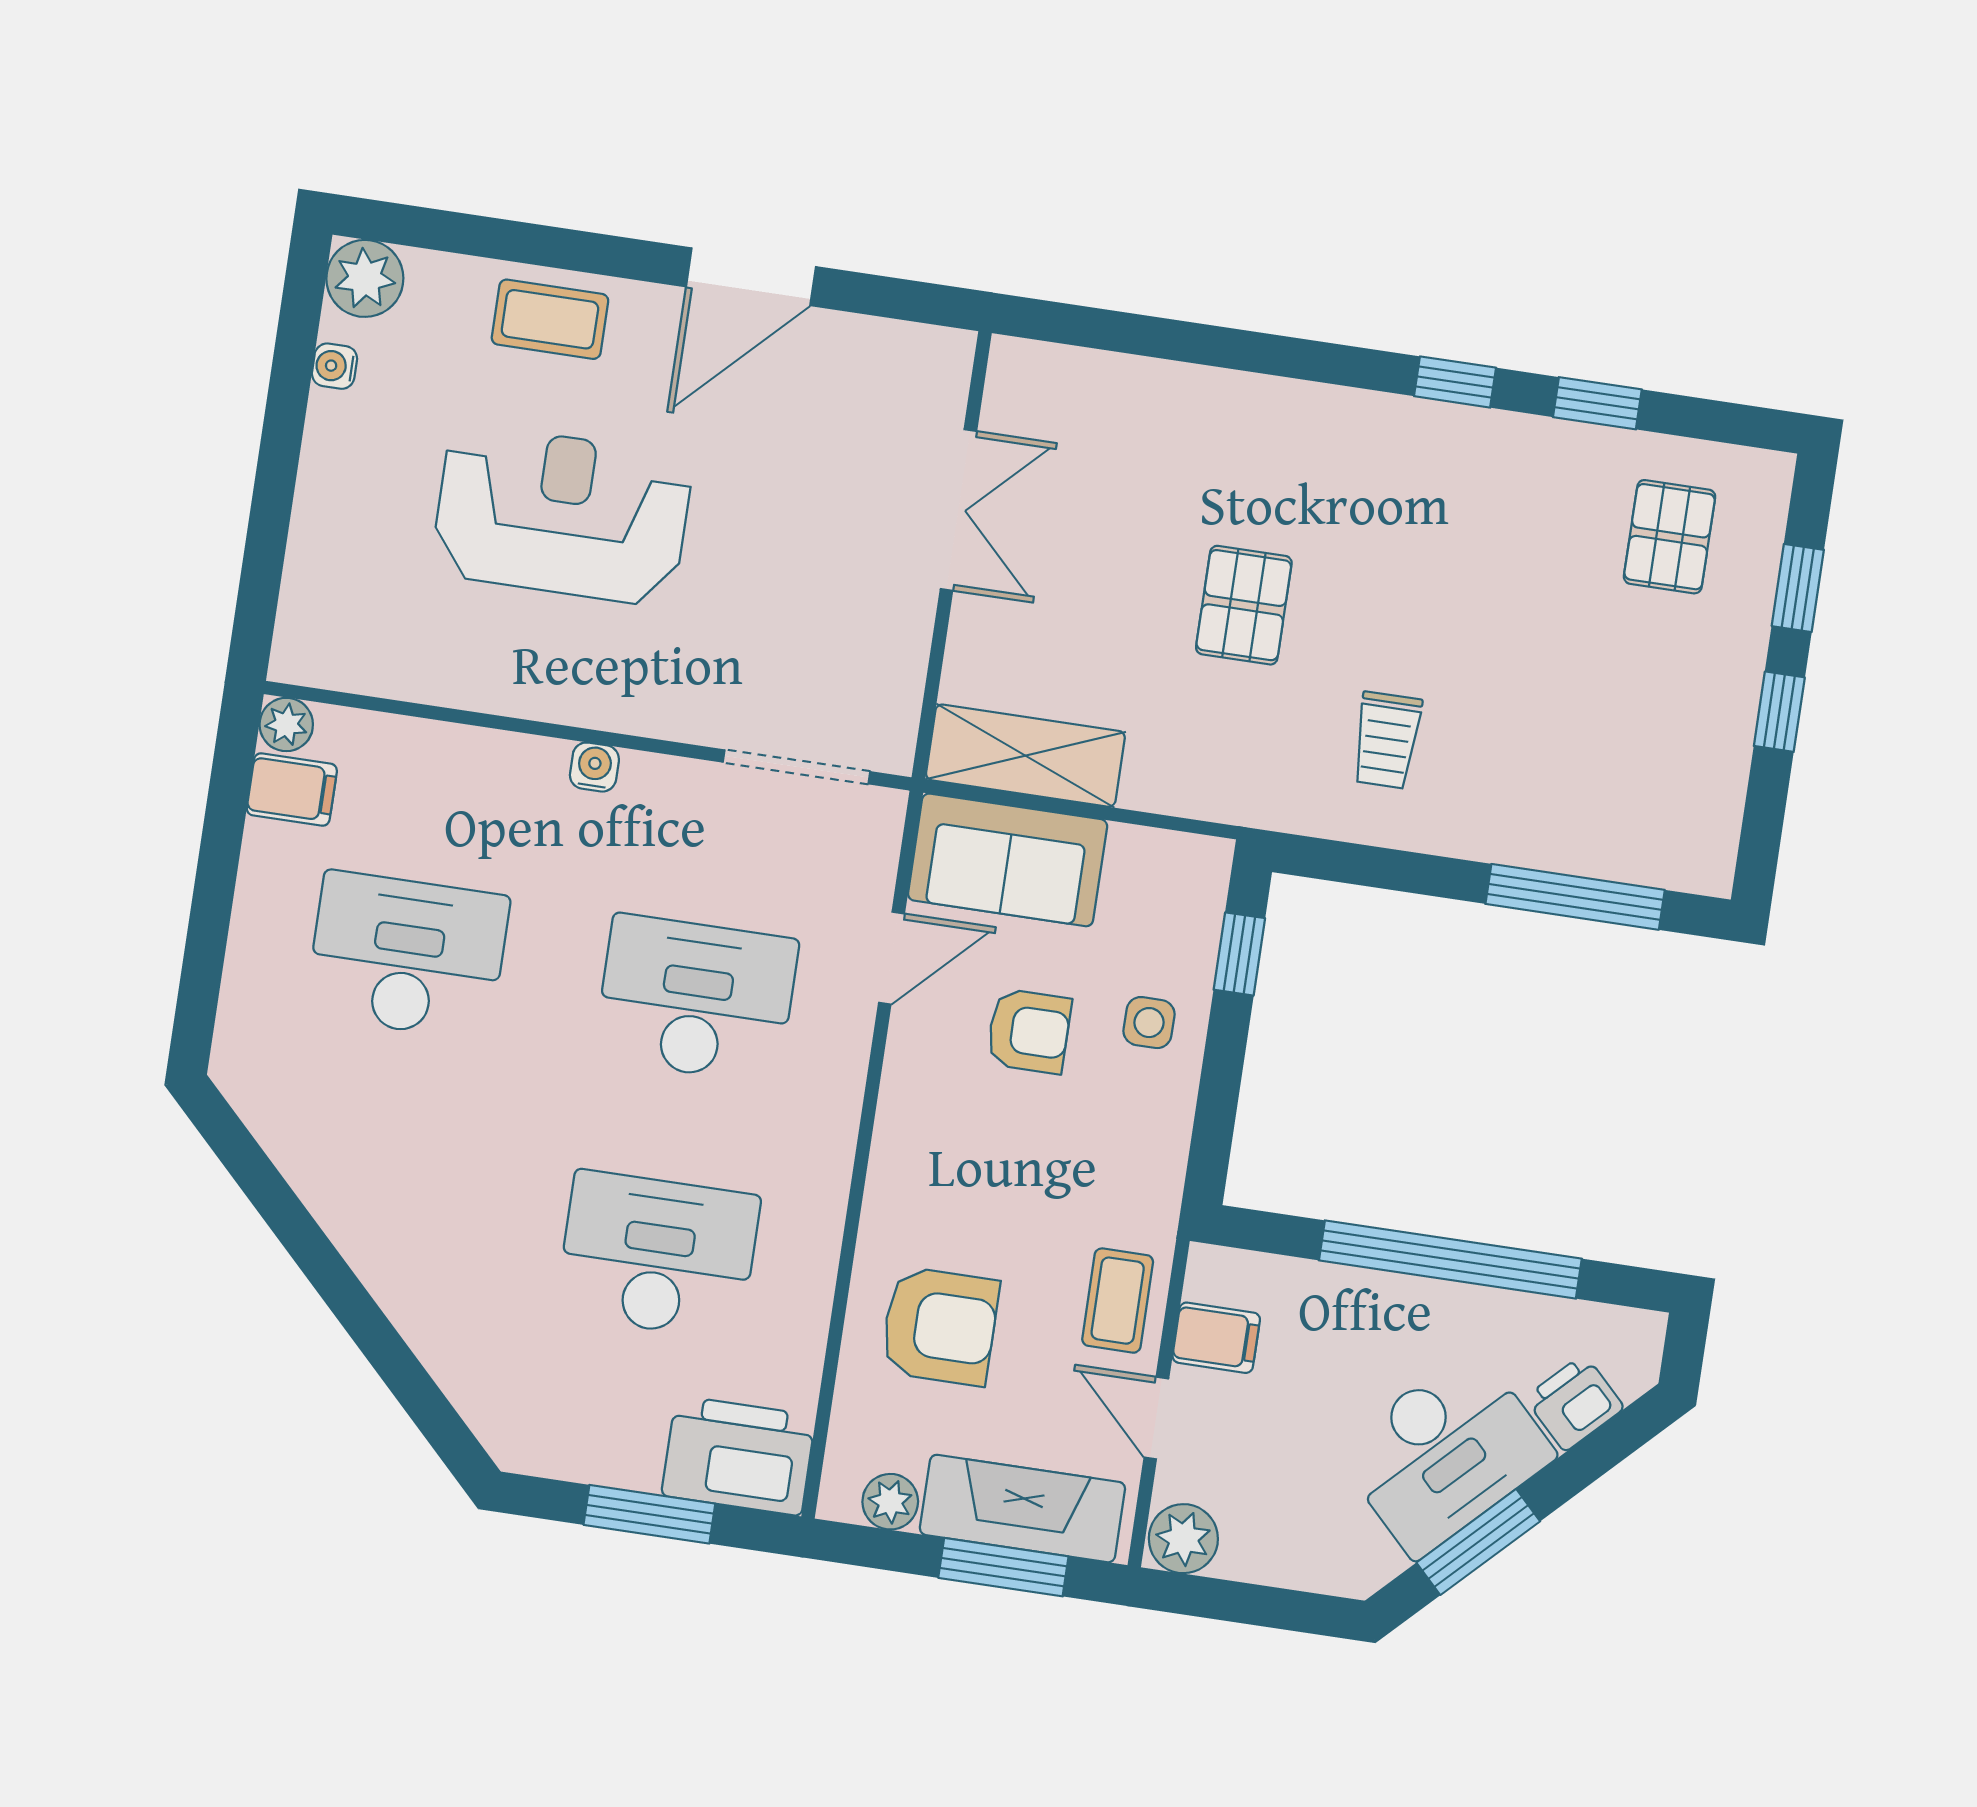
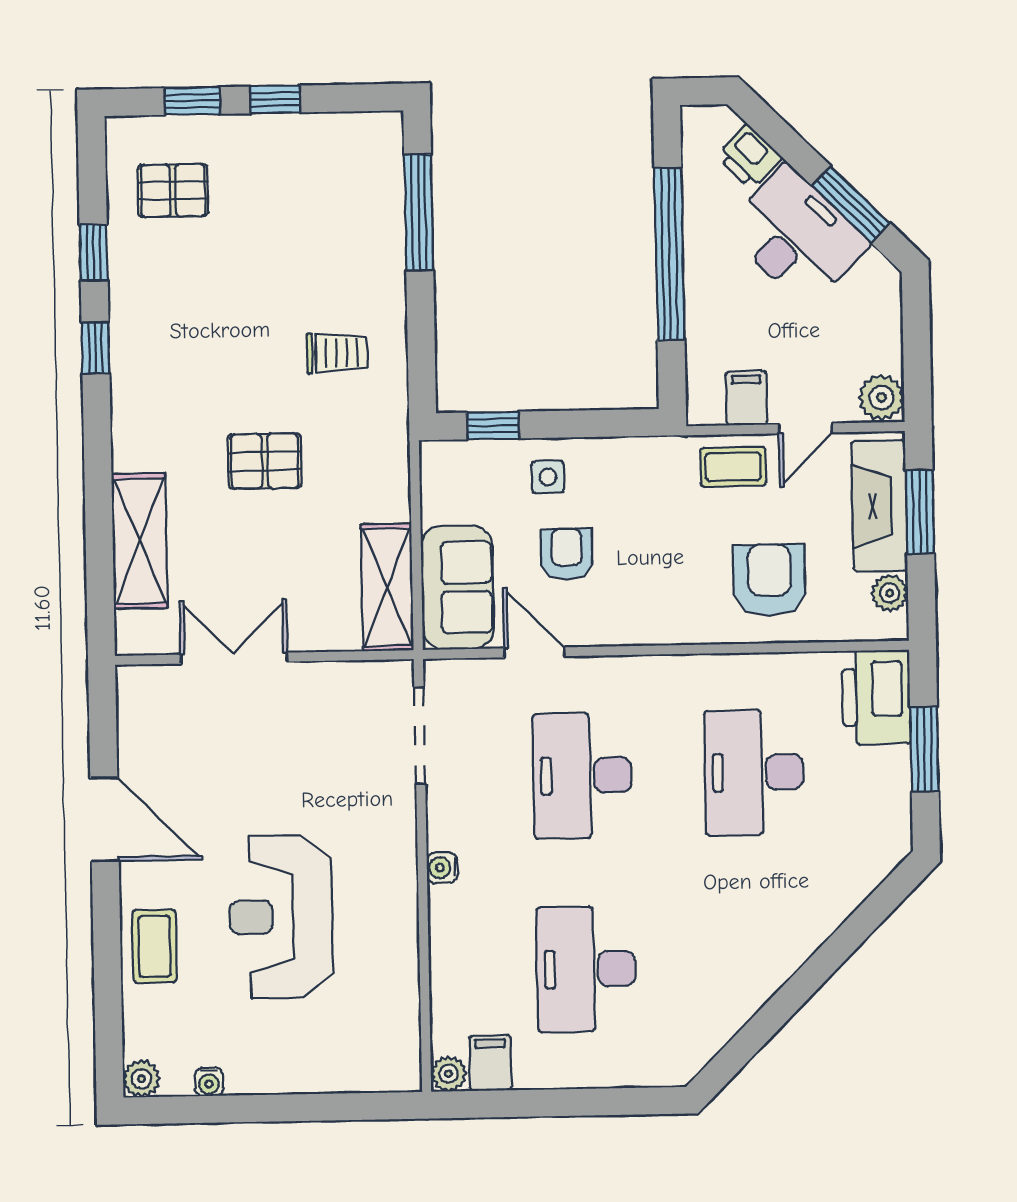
plant: (365, 278) -> (141, 1079), width x0.73, depth x0.73
shelving: (1156, 399) -> (140, 541), added

